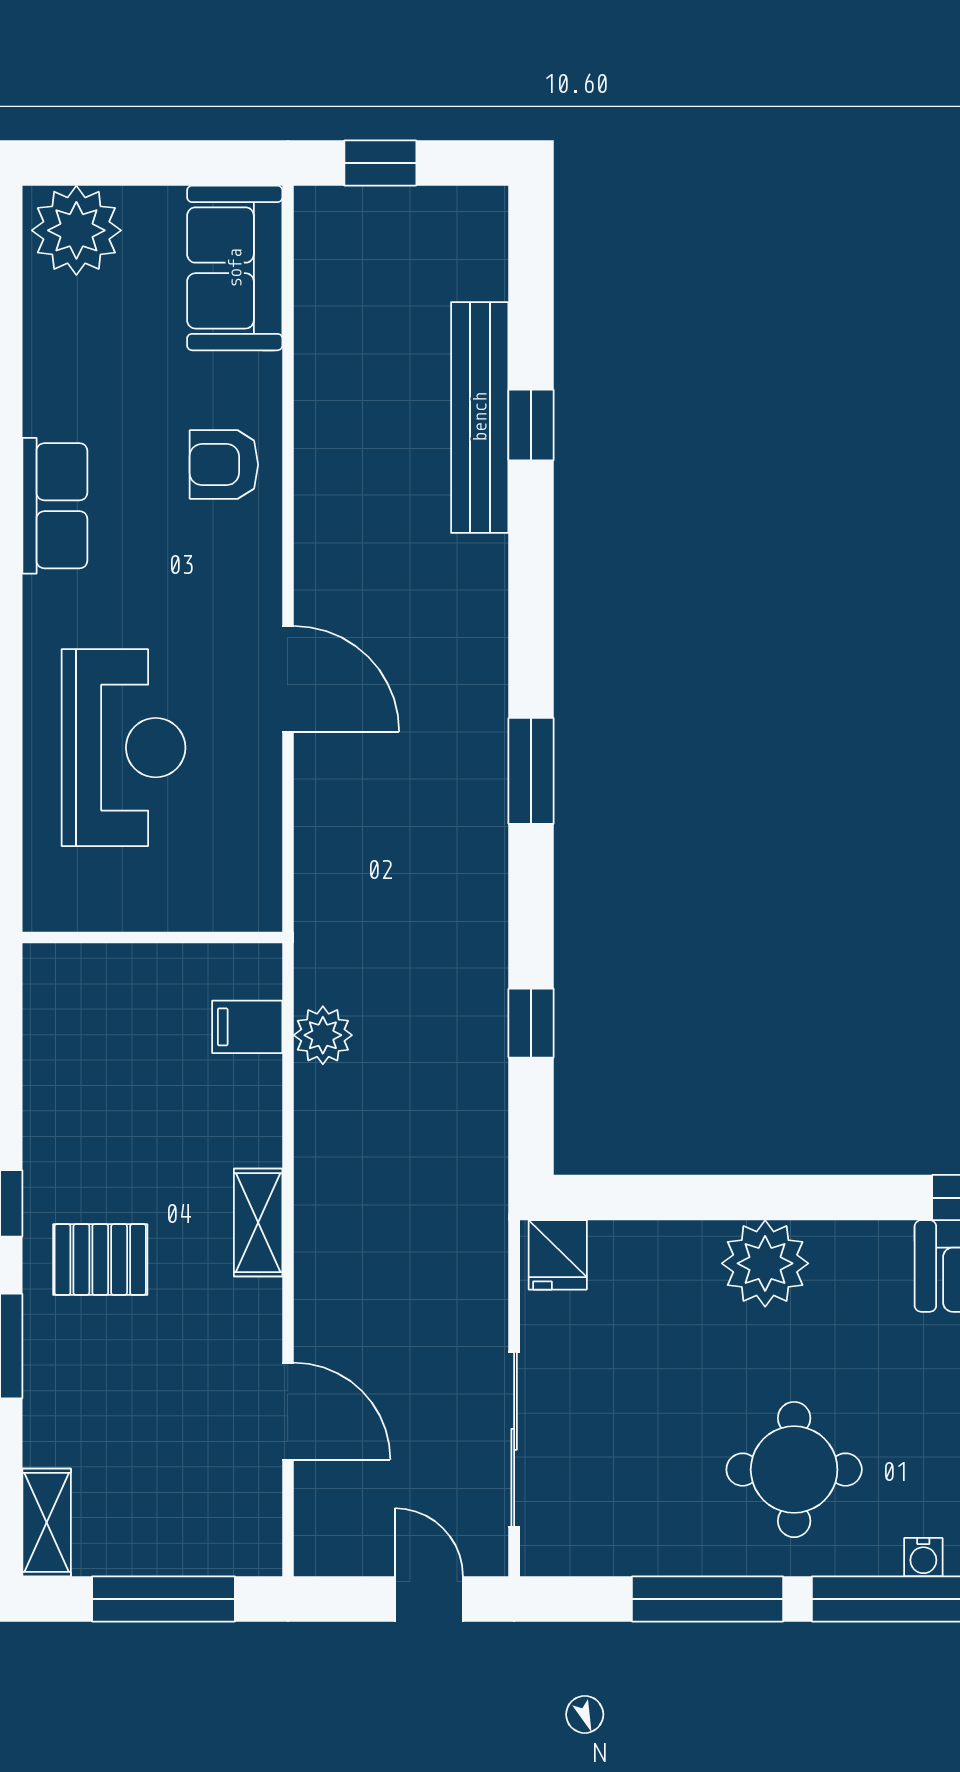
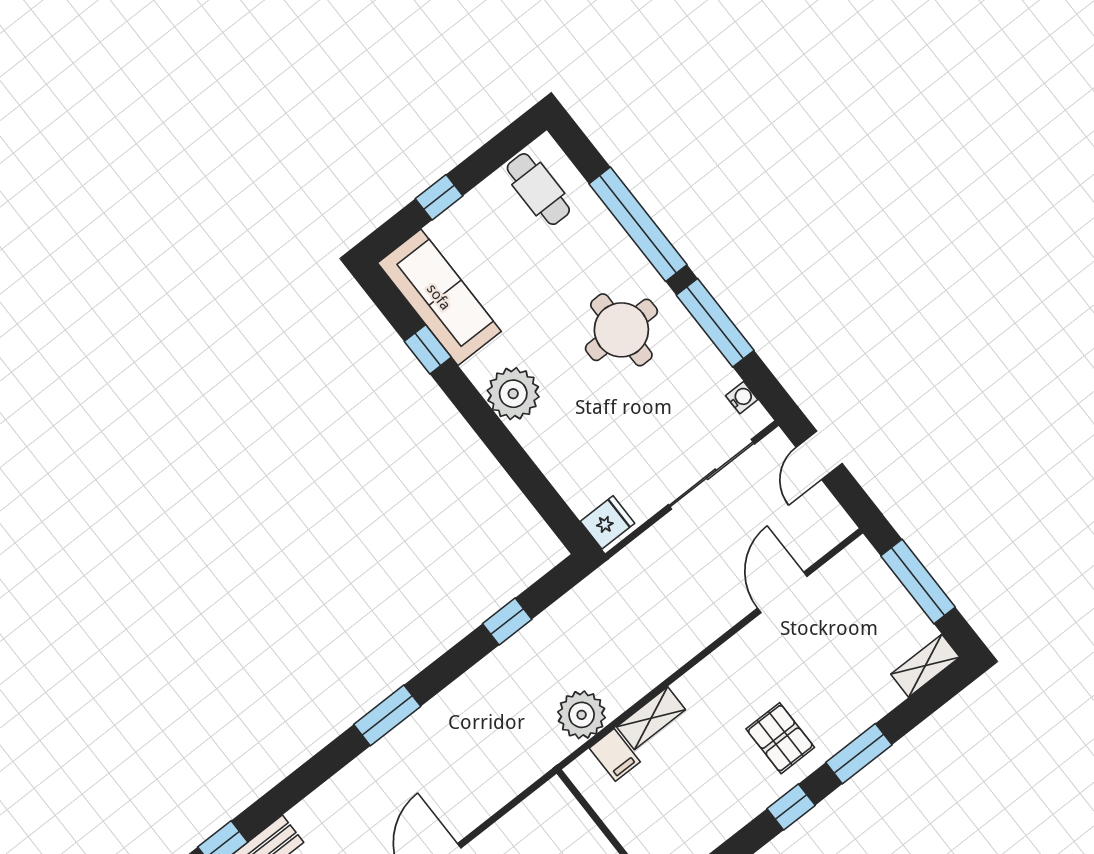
plant: (323, 1035) -> (582, 715), width x1.36, depth x1.36
shelving: (258, 1223) -> (651, 718), moved
plant: (765, 1263) -> (513, 394), moved
water cooler: (923, 1557) -> (742, 398), moved

